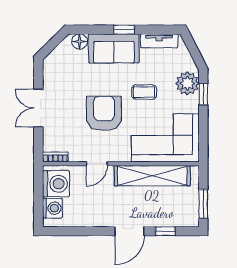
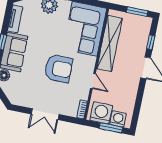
coffee table: (144, 92) -> (49, 37), removed
armchair: (104, 113) -> (58, 69), turned 180
window: (38, 201) -> (111, 128), added

